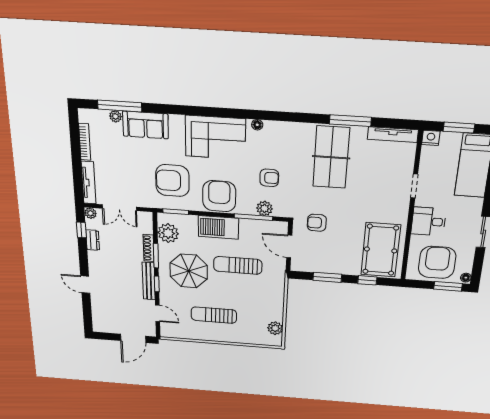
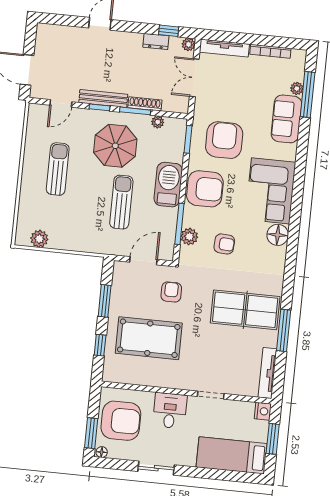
floor lamp: (257, 125) -> (278, 235), width x1.89, depth x1.89
armchair: (269, 178) -> (224, 244), turned -86
plant: (168, 233) -> (158, 122), width x0.53, depth x0.53
pool table: (381, 250) -> (149, 338), moved

